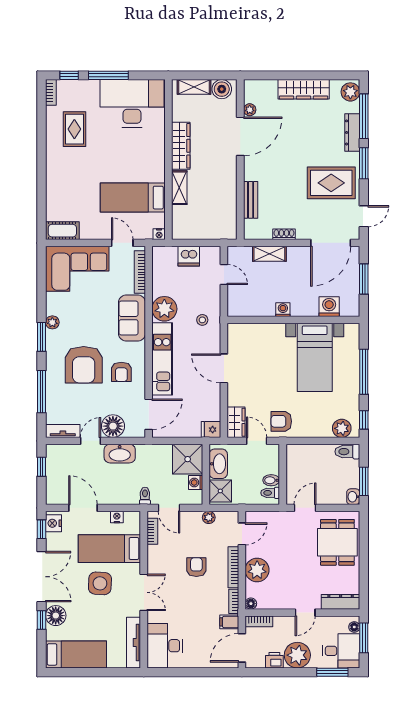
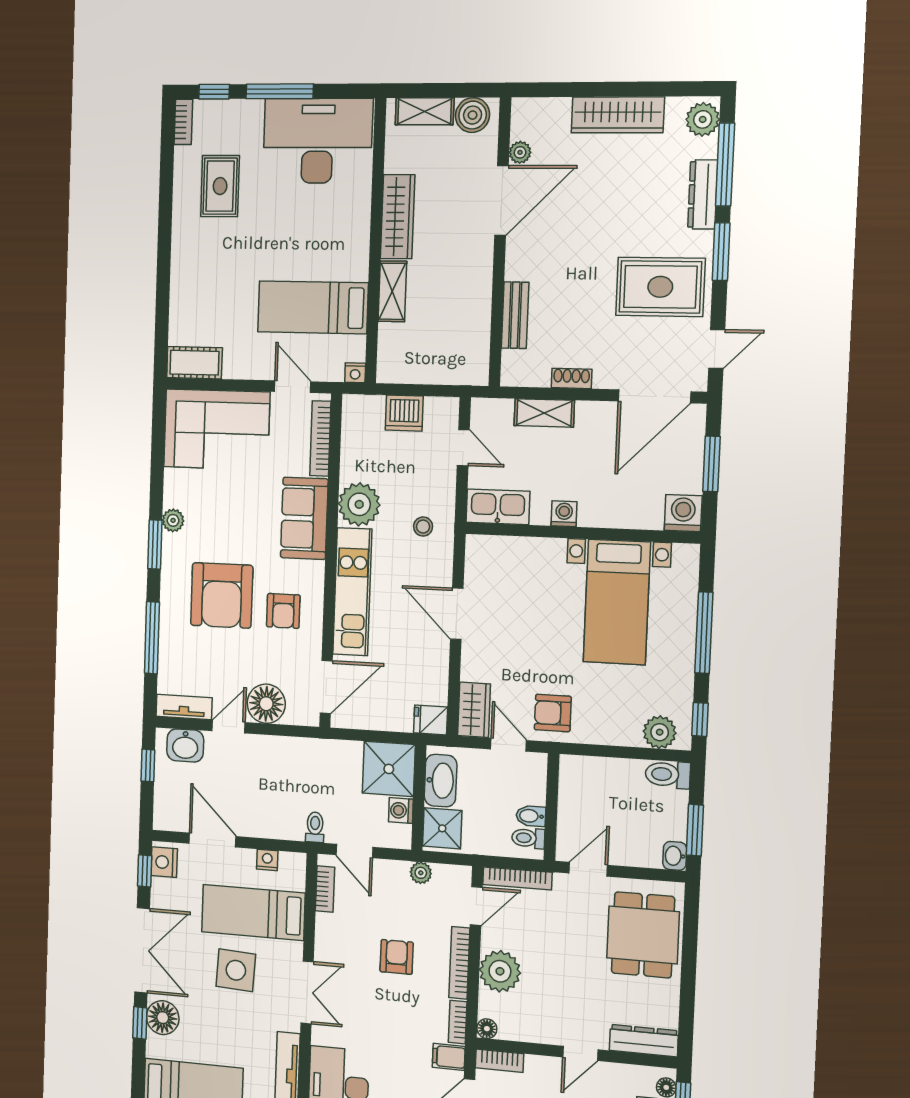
kitchen sink: (245, 307) -> (498, 507), added
washing machine: (329, 307) -> (683, 513), moved
washbasin: (120, 454) -> (185, 745), moved, width x0.72
bookcase: (265, 516) -> (517, 878), added

